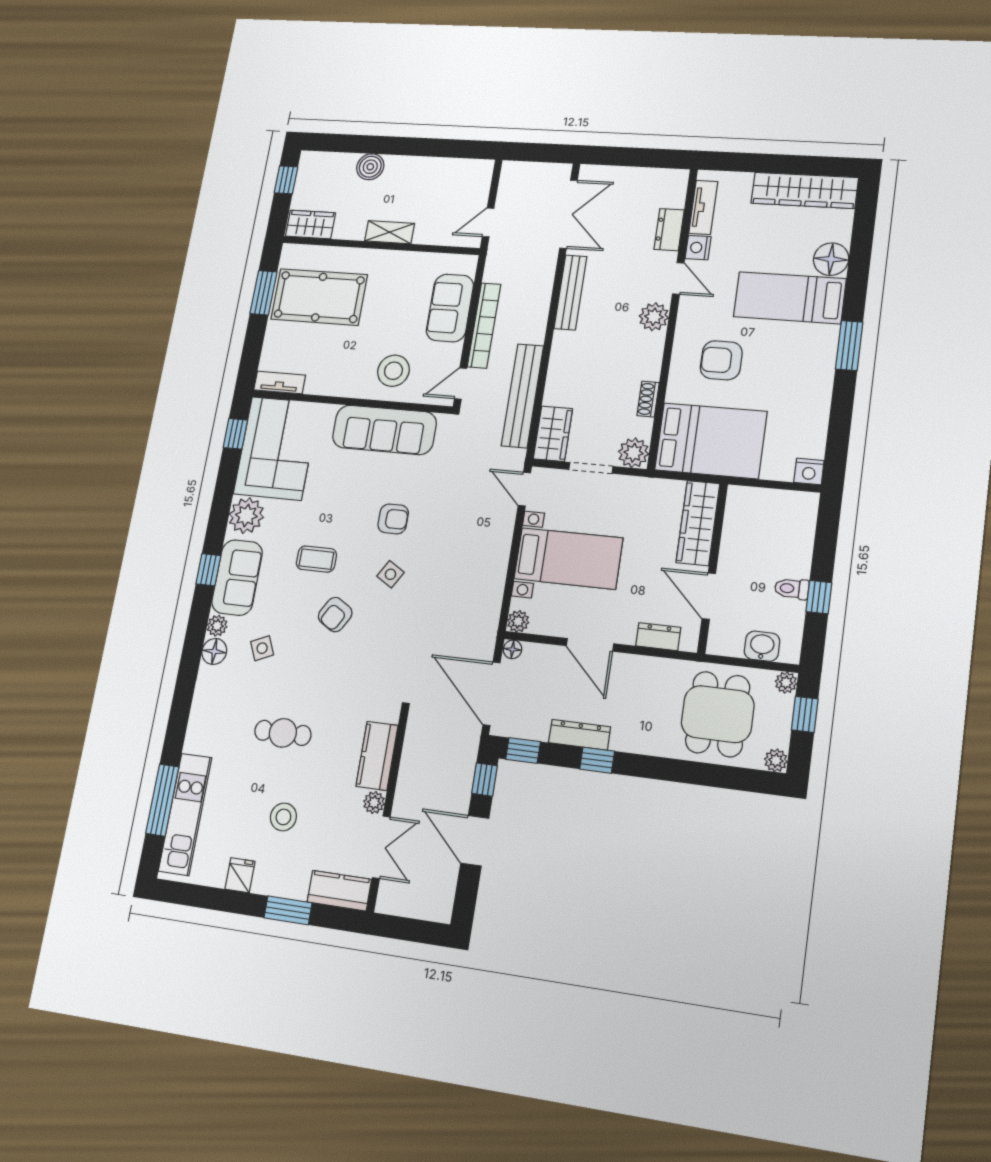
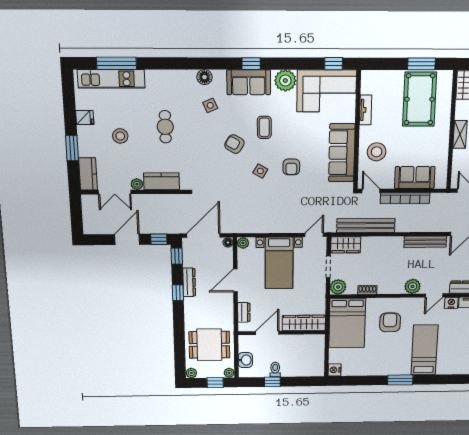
floor lamp: (831, 259) -> (445, 366), removed
tv unit: (280, 382) -> (366, 110), moved
plant: (217, 626) -> (219, 76), removed

